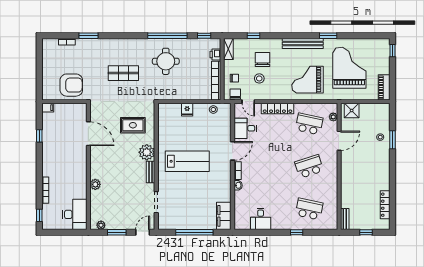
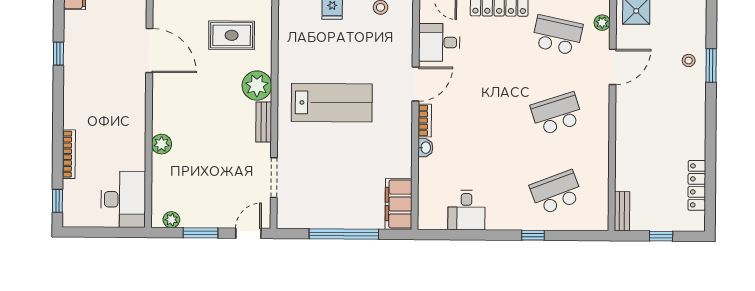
school desk: (309, 209) -> (556, 192), turned -33

